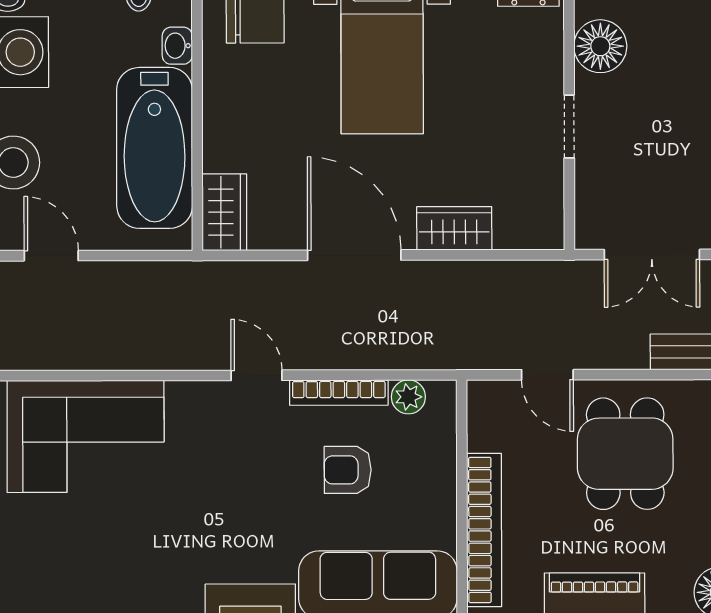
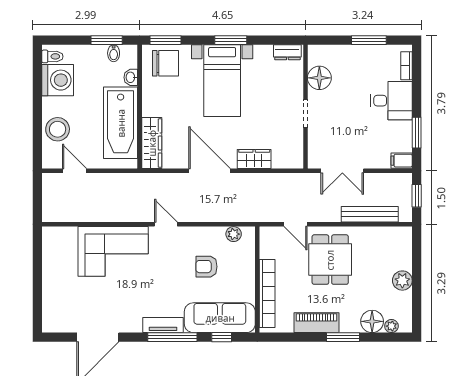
wardrobe: (224, 212) -> (152, 143), width x1.50
bookcase: (339, 393) -> (203, 232), removed
corner sofa: (86, 436) -> (113, 251), moved

